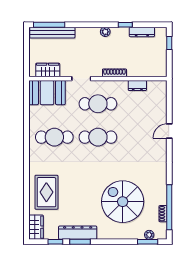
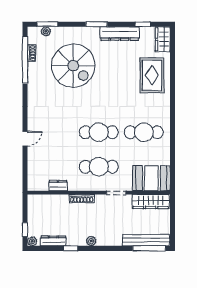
plant: (162, 32) -> (32, 241), added
wardrobe: (48, 70) -> (151, 202), width x1.50
window: (80, 242) -> (96, 24), moved

